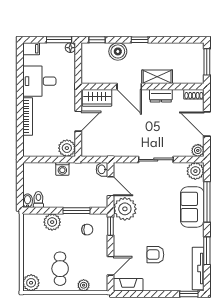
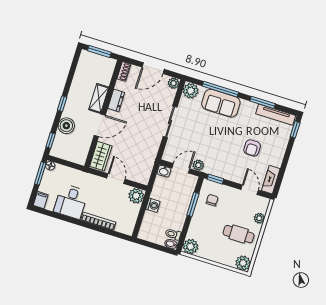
plant: (125, 209) -> (198, 165), width x0.53, depth x0.53
plant: (52, 222) -> (190, 247), moved

